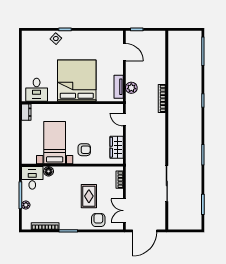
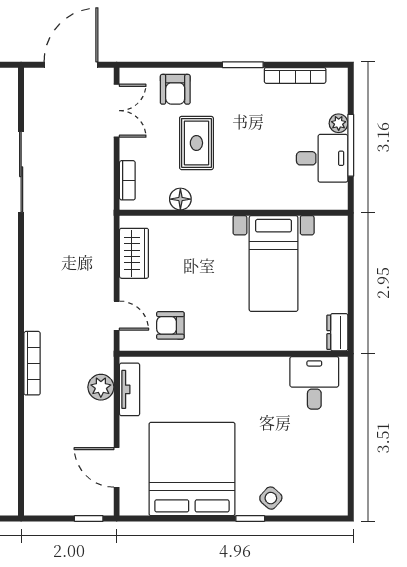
bed: (77, 81) -> (192, 469), moved, turned 180
armchair: (84, 150) -> (170, 325), moved
floor lamp: (49, 171) -> (180, 199), moved
desk: (32, 178) -> (322, 158), moved, turned -90

